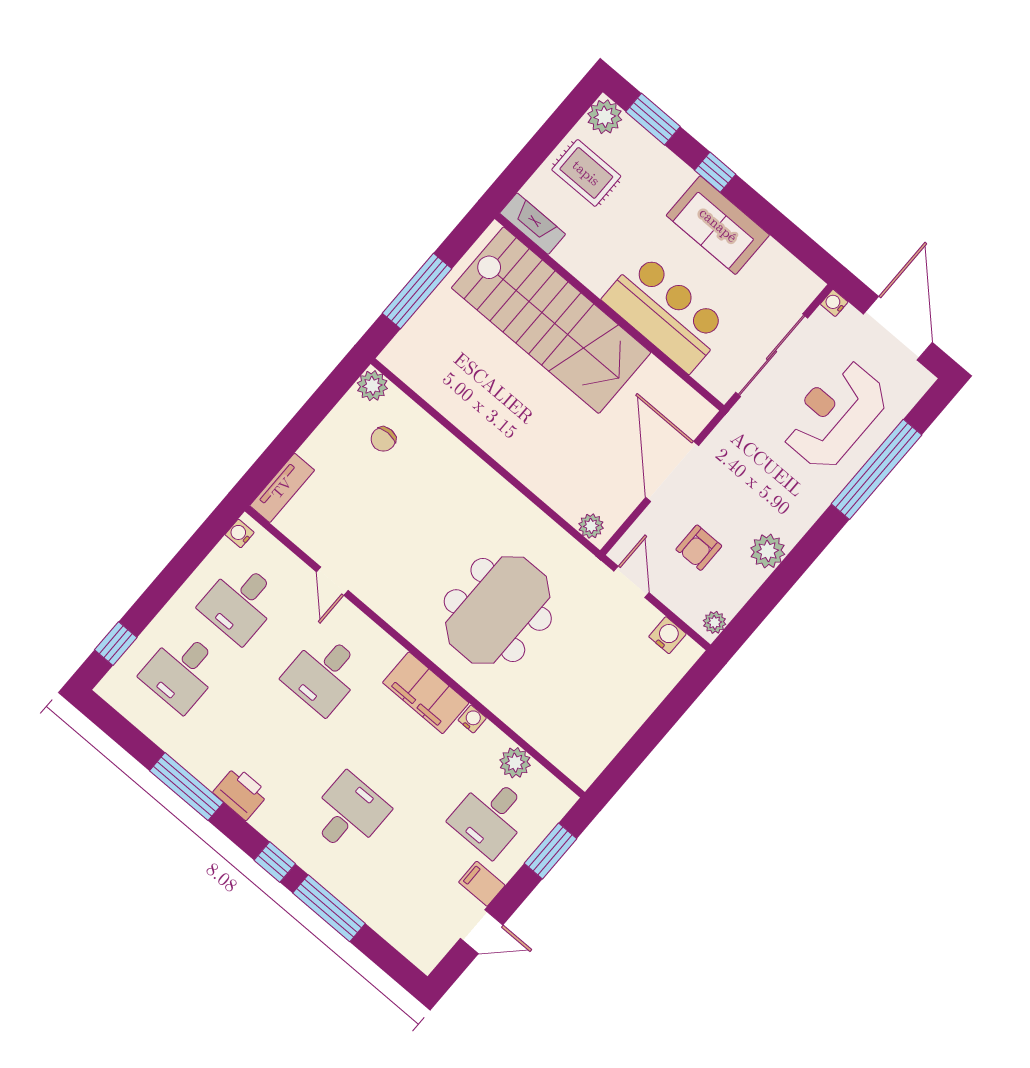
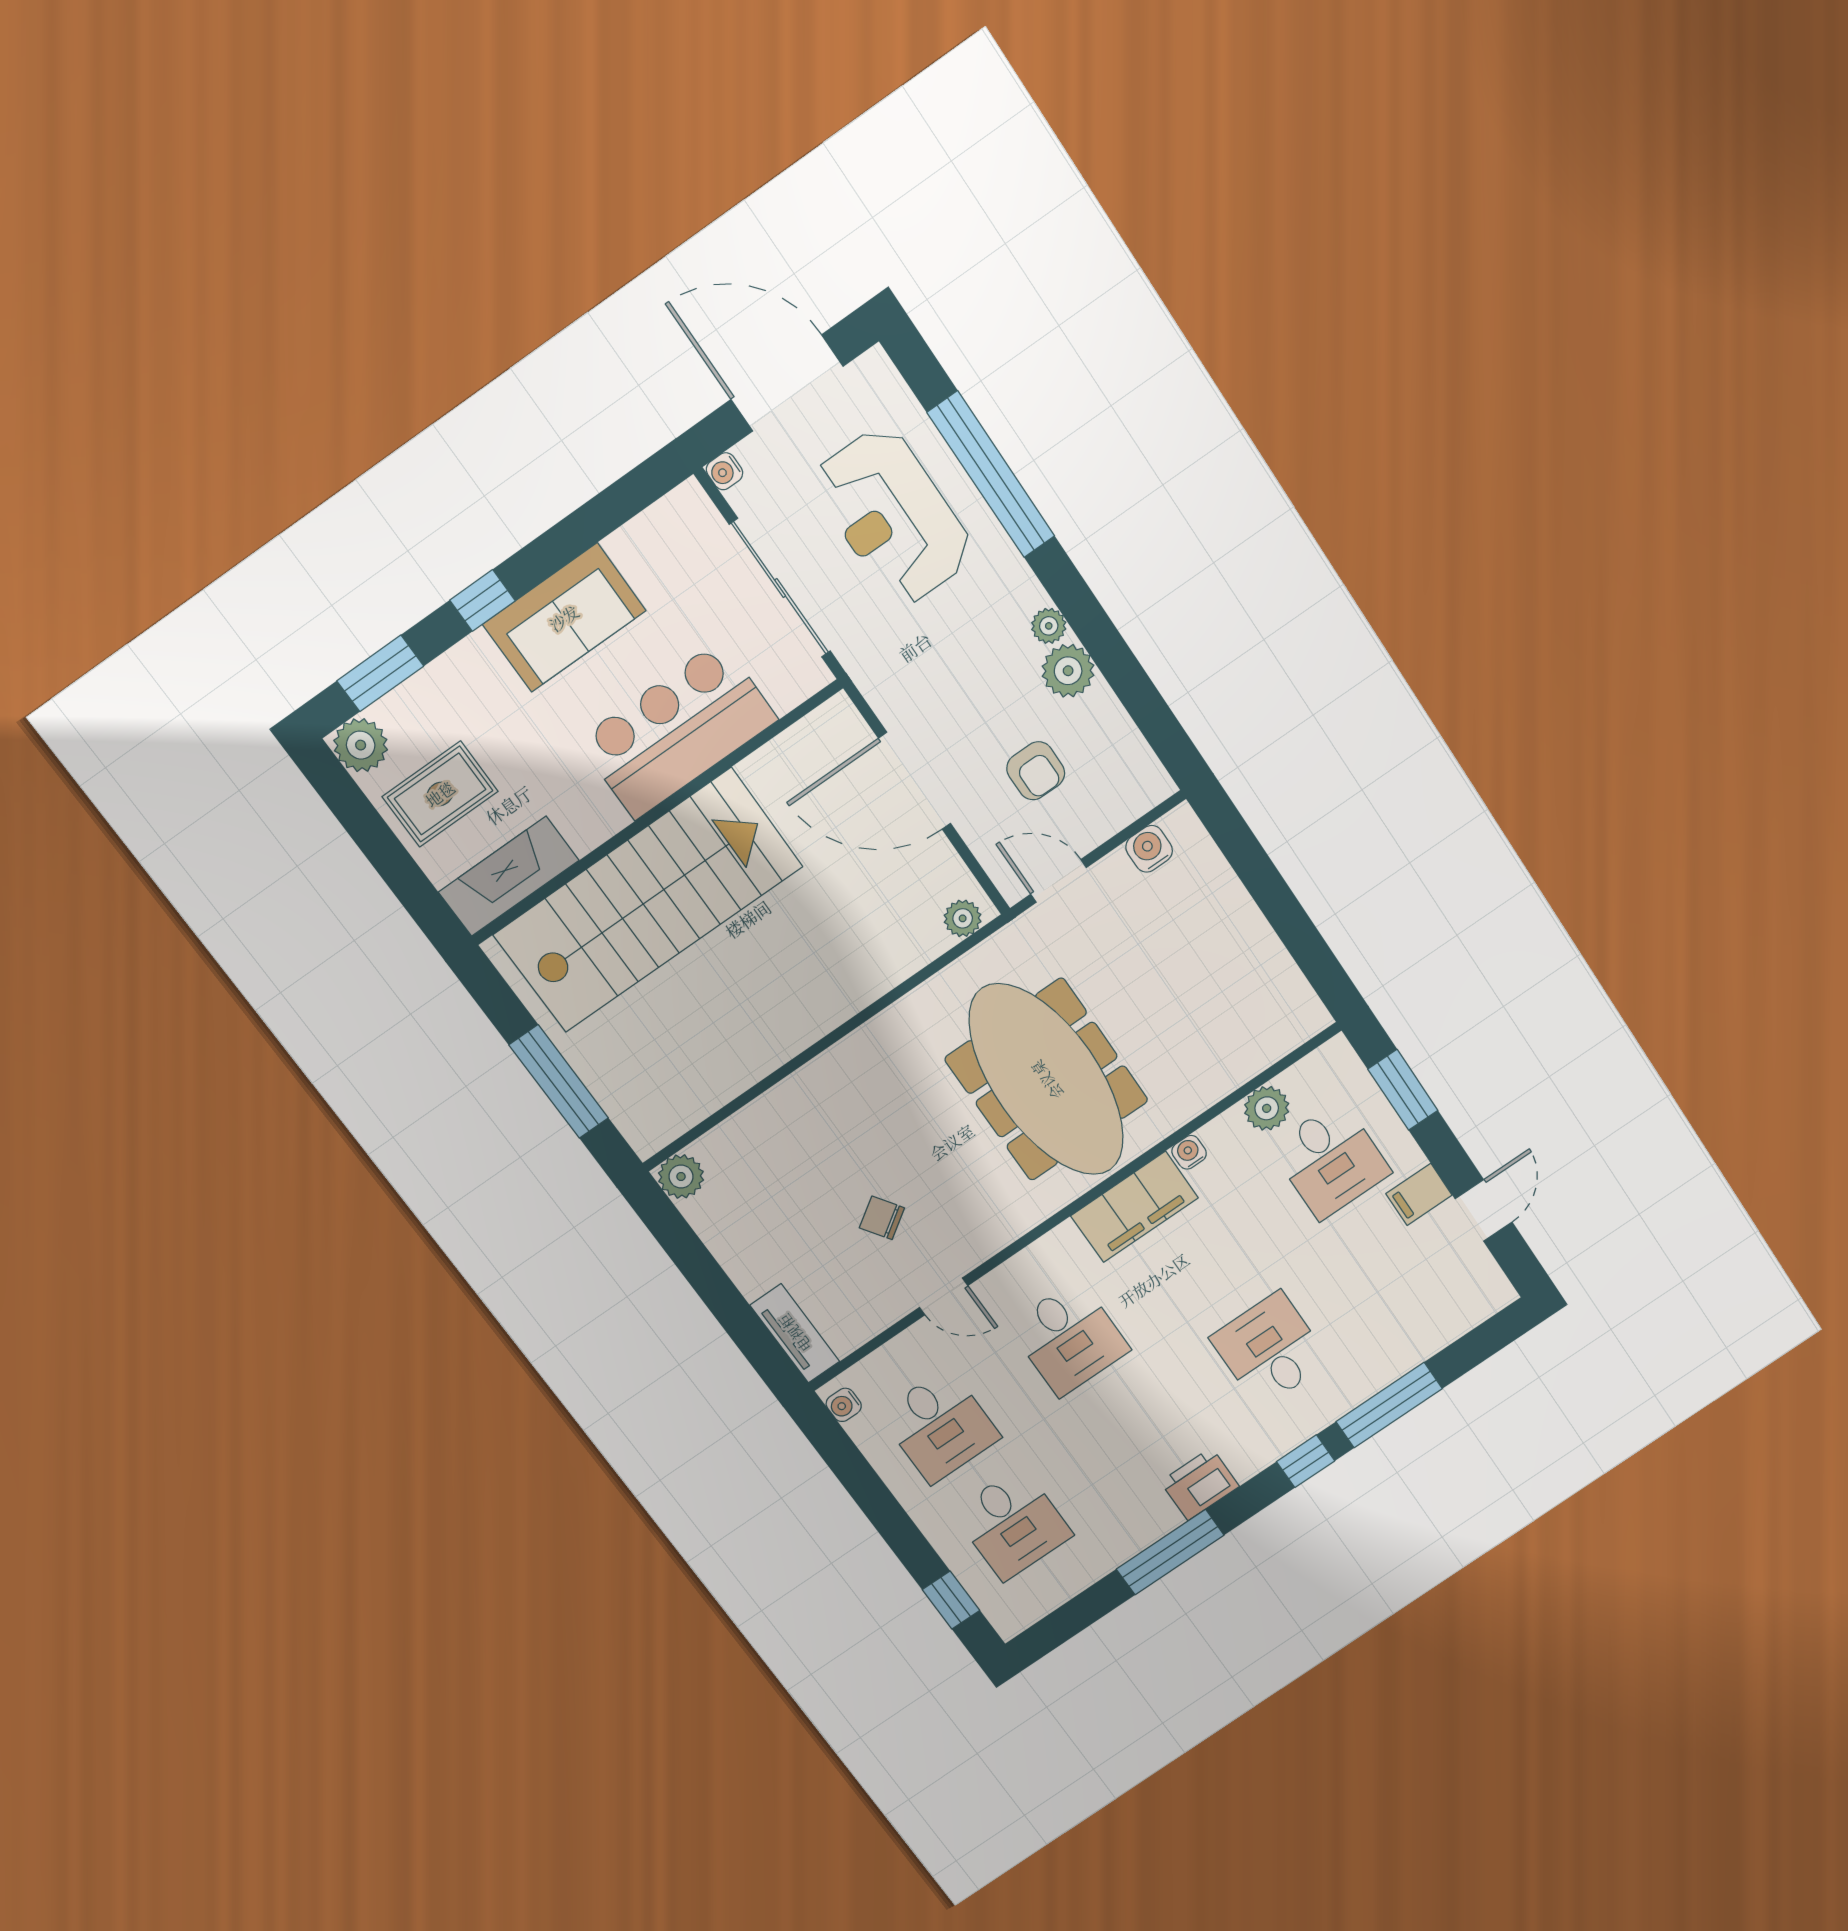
fireplace: (533, 224) -> (509, 876), width x1.37, depth x1.32
chair: (383, 439) -> (882, 1218), moved, turned 146
meeting table: (498, 610) -> (1047, 1080), width x1.36
plant: (715, 622) -> (1049, 626), moved

